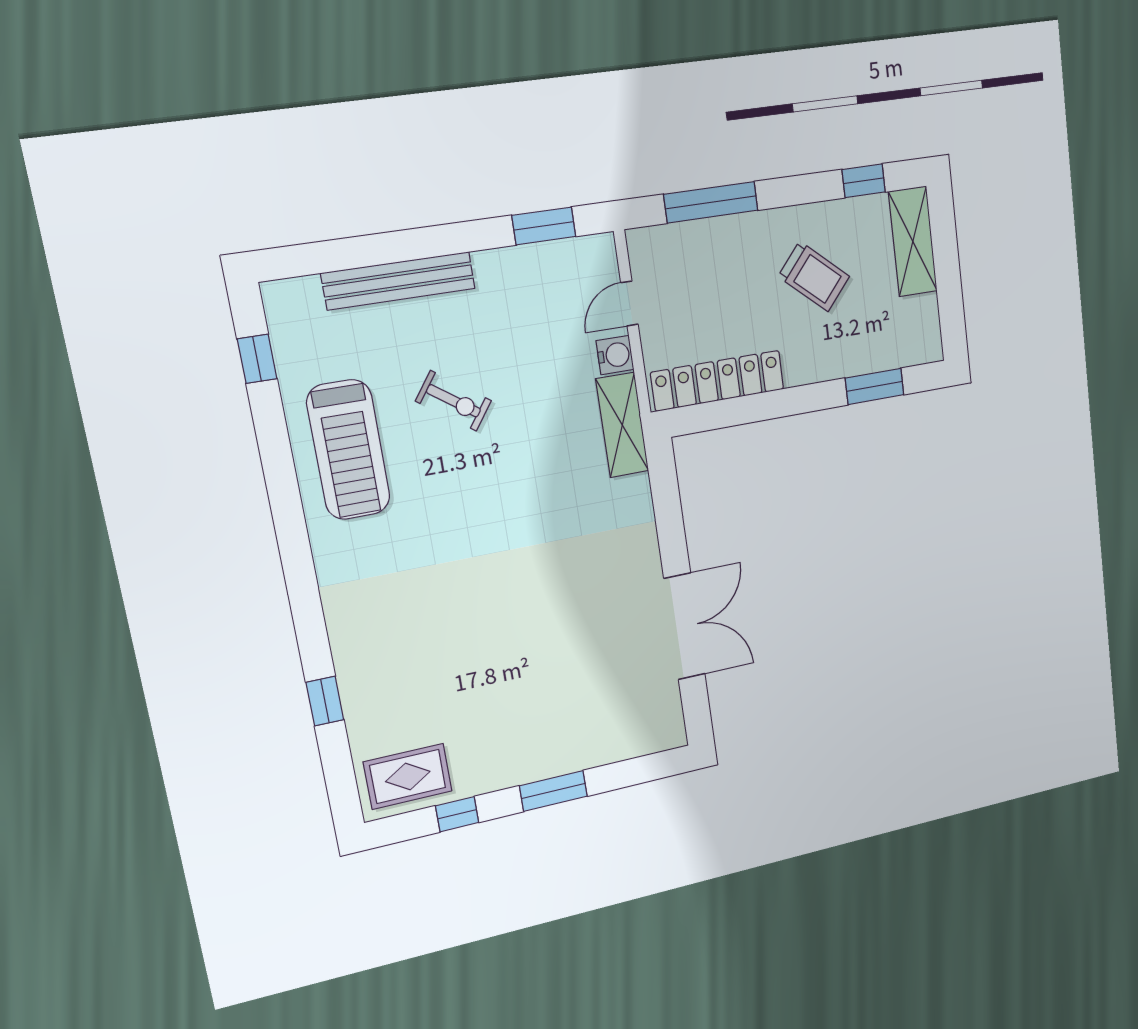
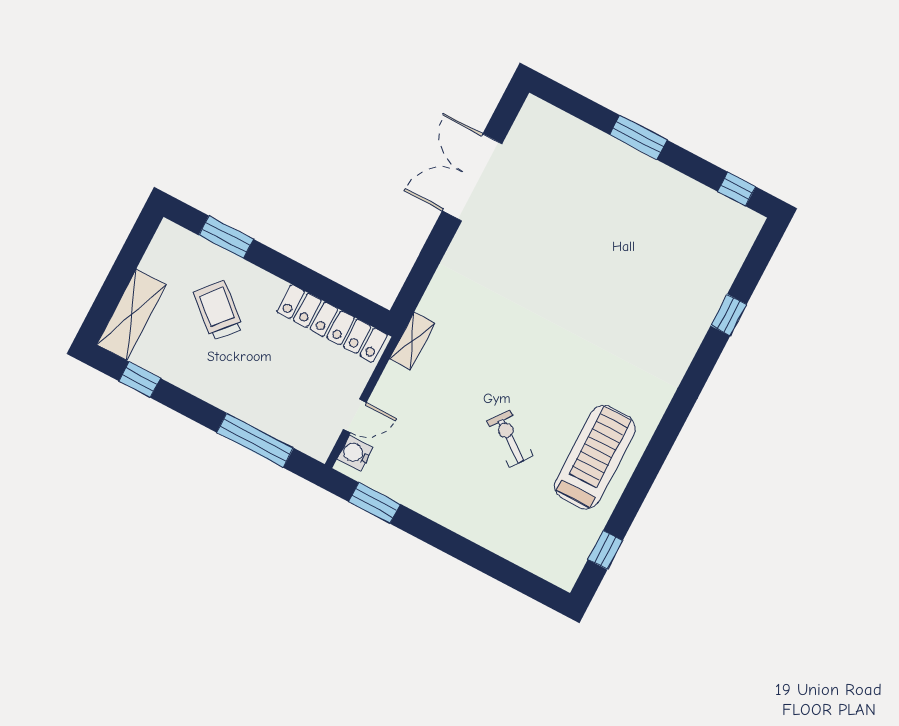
trolley: (814, 276) -> (218, 310), moved
bench: (399, 281) -> (488, 534), removed
water cooler: (615, 355) -> (355, 453), moved
shelving: (622, 425) -> (412, 341), width x0.67, depth x0.75
rug: (408, 776) -> (718, 225), removed
window: (457, 814) -> (737, 189), moved

